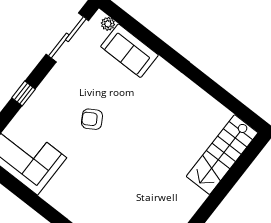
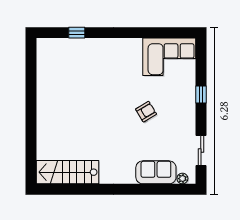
sliding door: (67, 37) -> (201, 150), width x0.73
stairs: (222, 155) -> (67, 172), moved, turned -90

